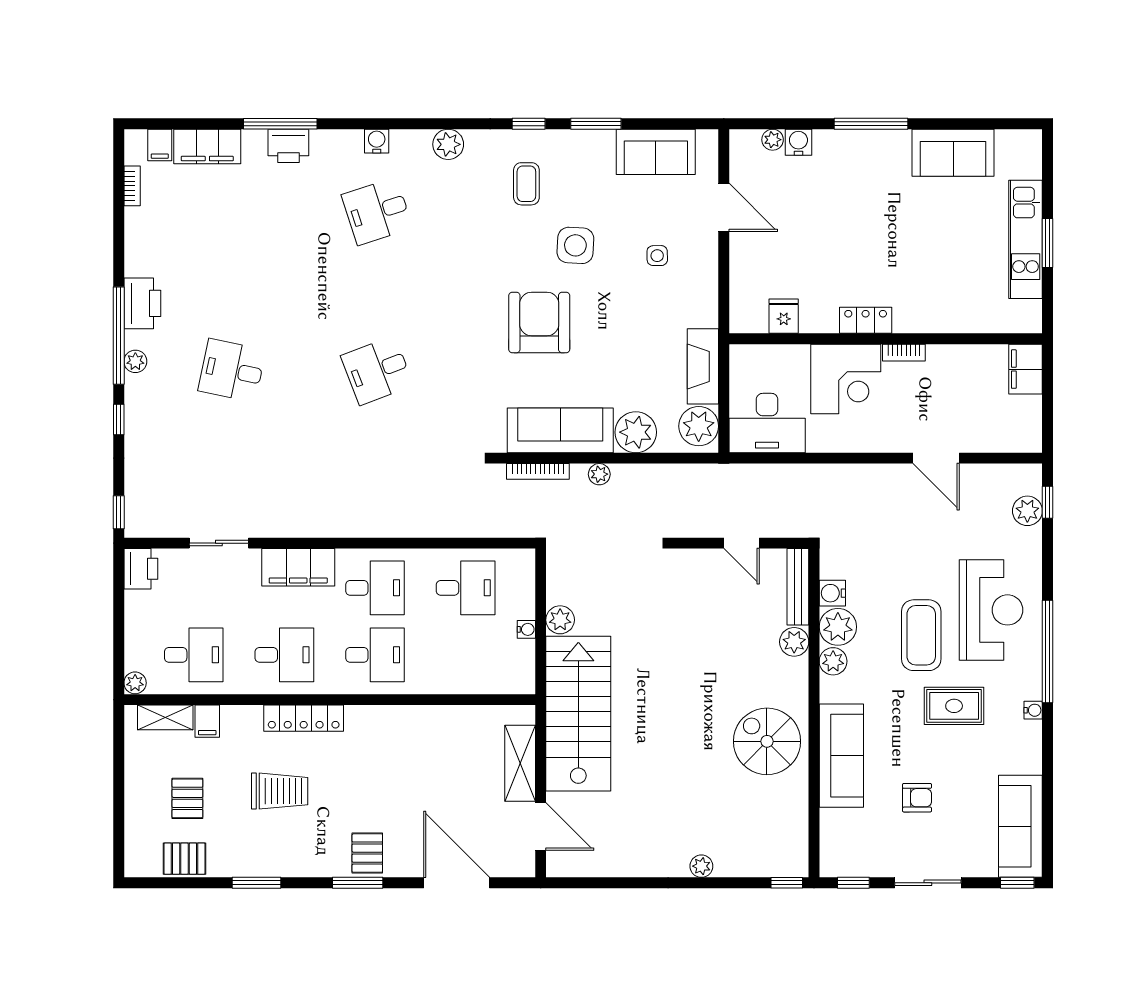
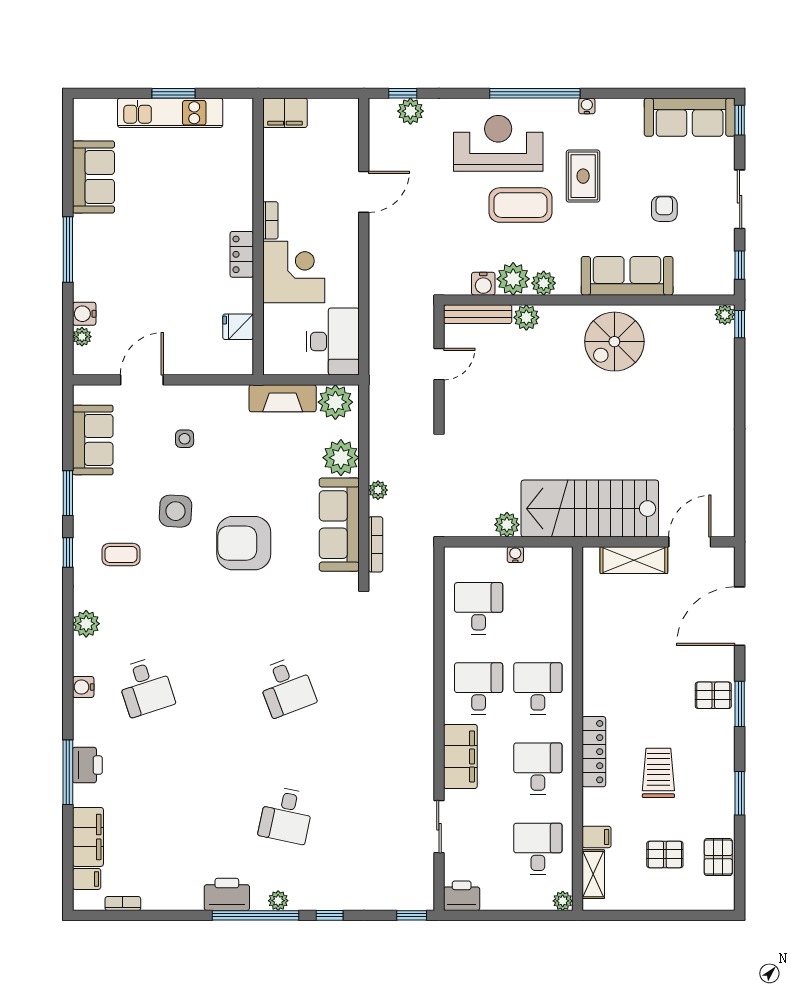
plant: (701, 866) -> (725, 315), moved

